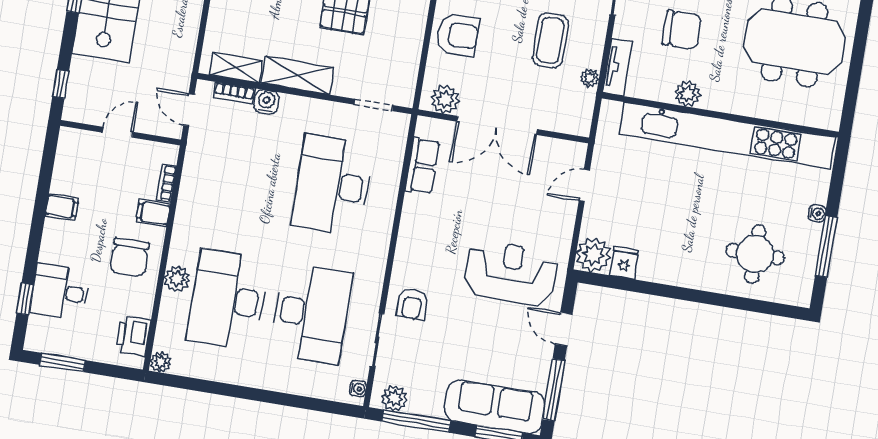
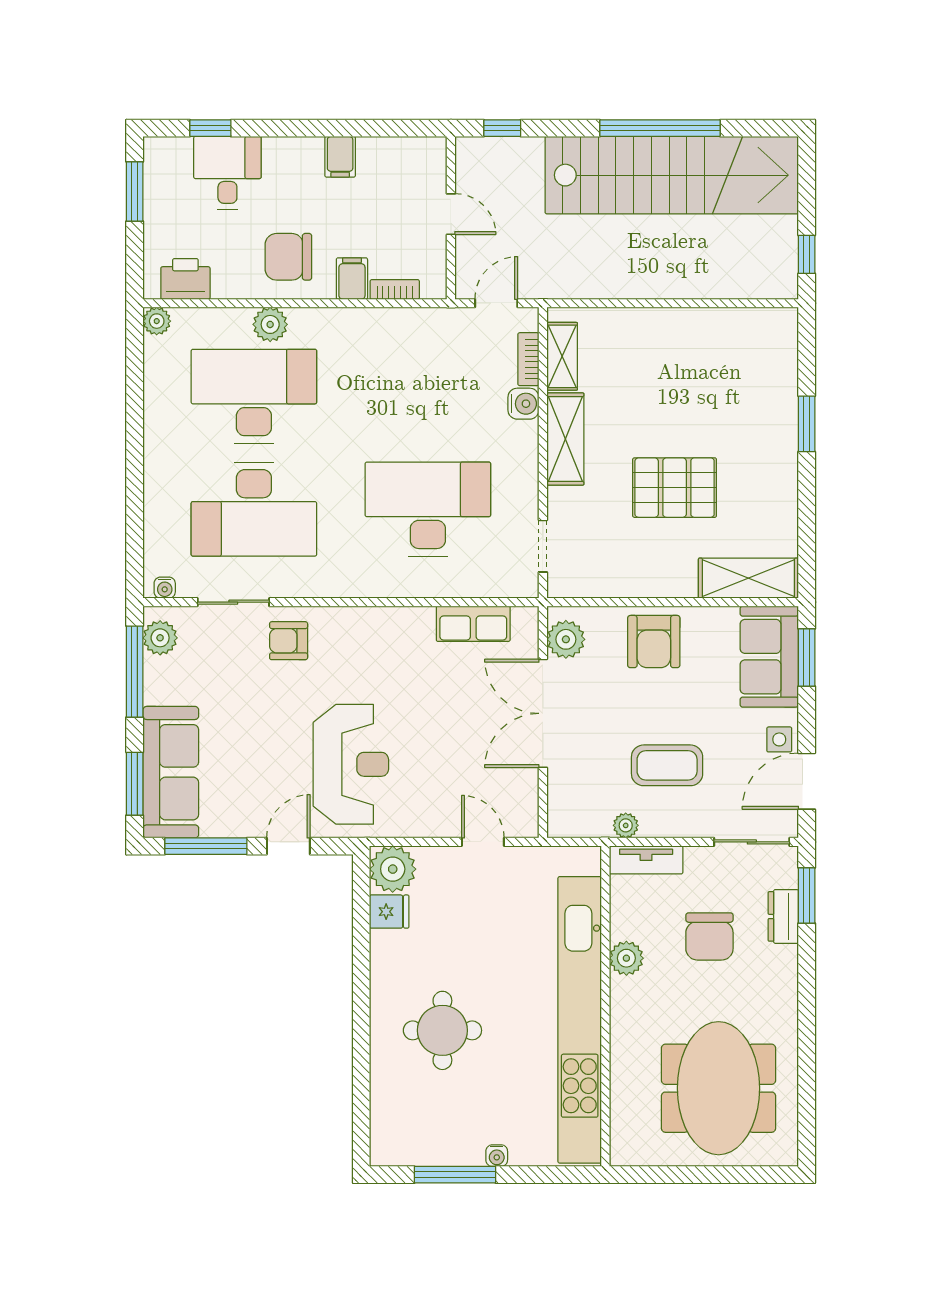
round table: (755, 254) -> (442, 1030), moved

